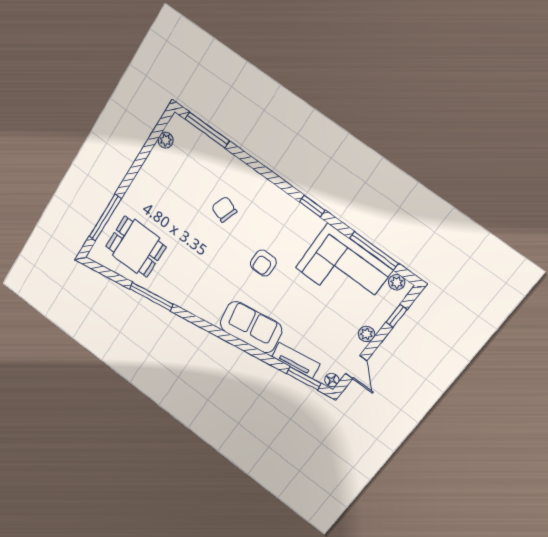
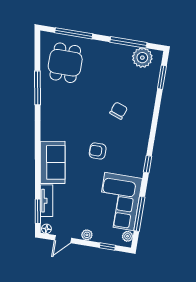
window: (207, 130) -> (162, 77), width x0.69
plant: (166, 140) -> (142, 58), width x1.87, depth x1.87
window: (144, 153) -> (128, 42), added

